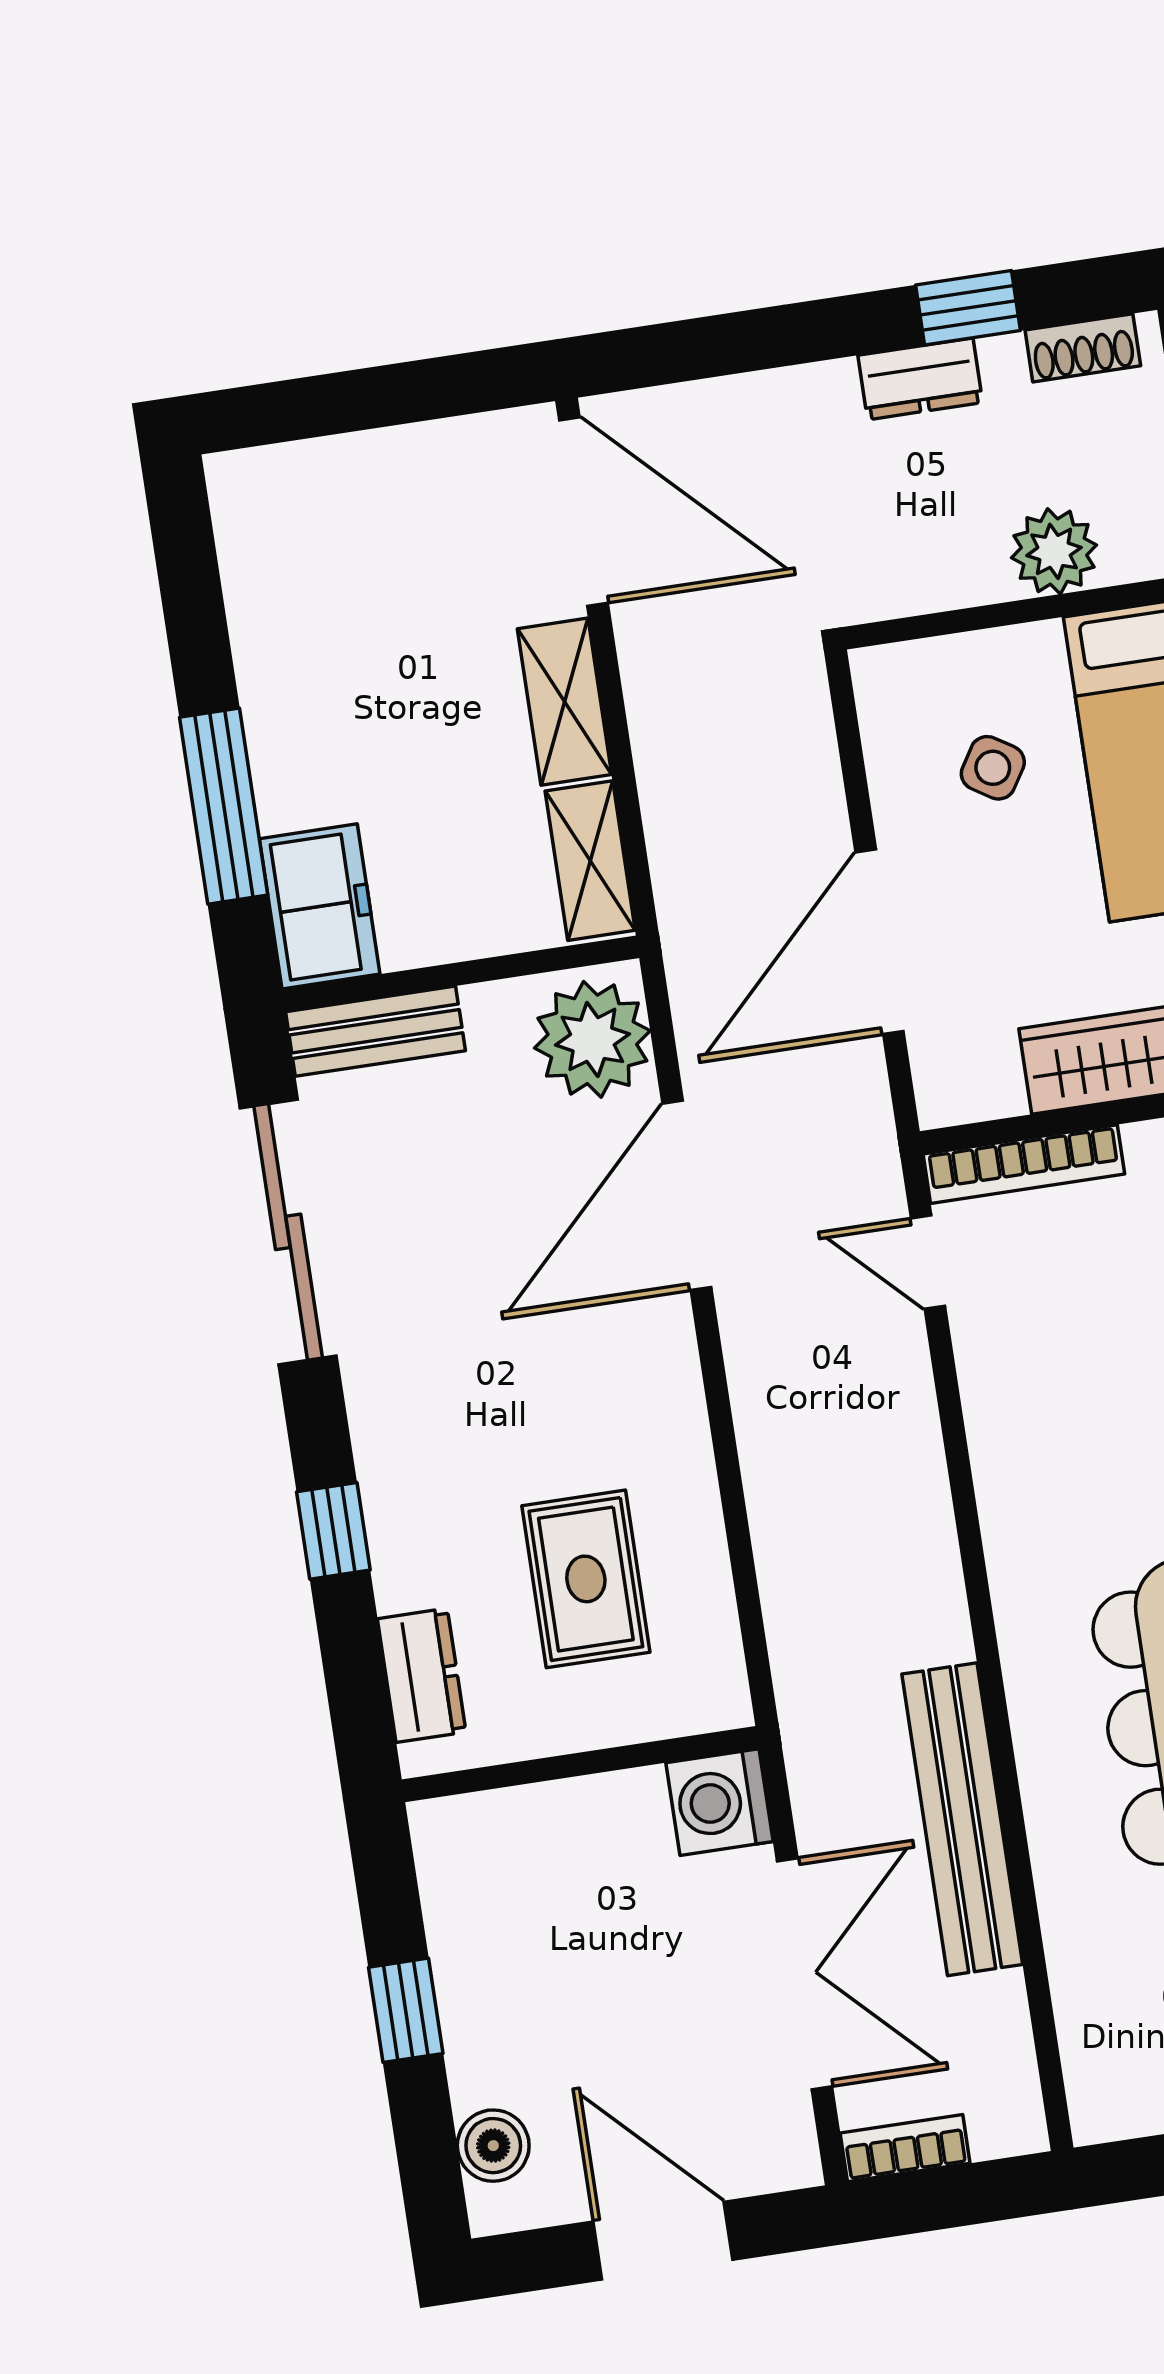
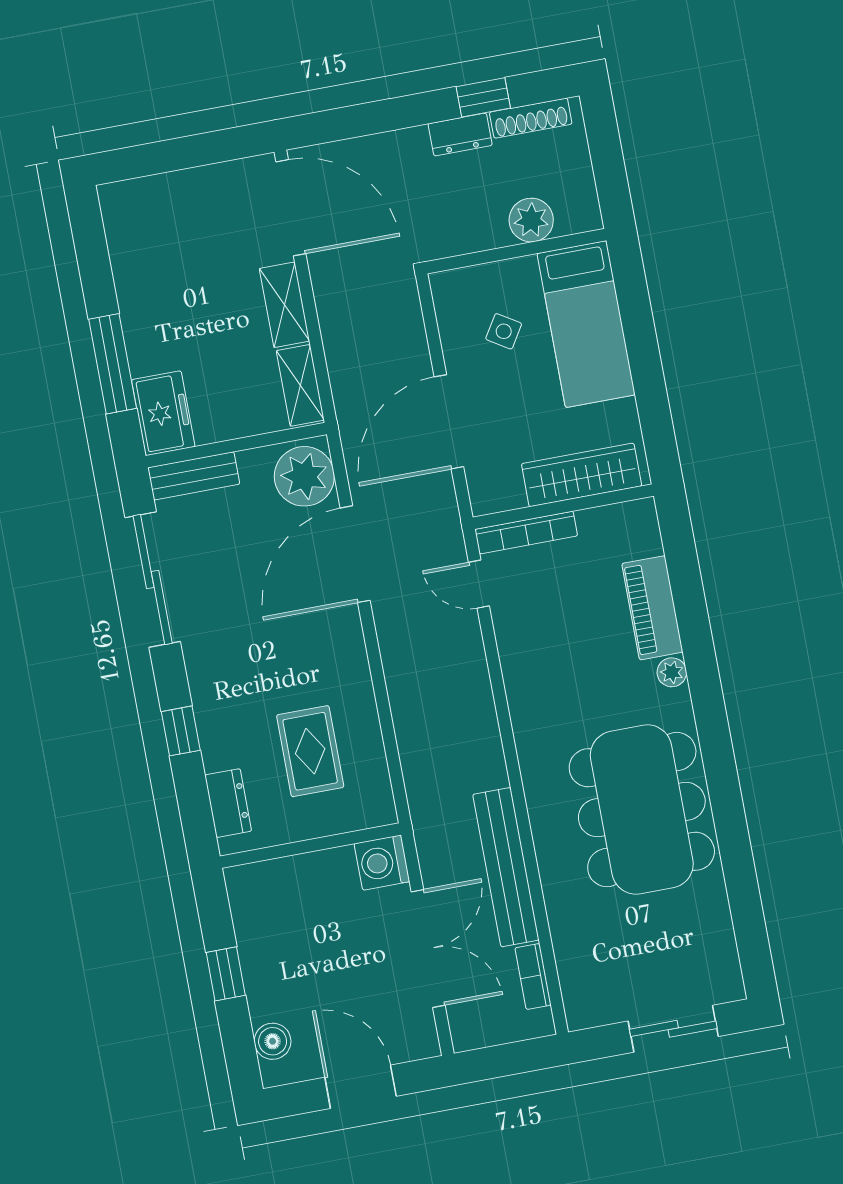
shoe rack: (1083, 348) -> (531, 118), width x1.43
bookcase: (905, 2148) -> (533, 976), moved, turned -90

